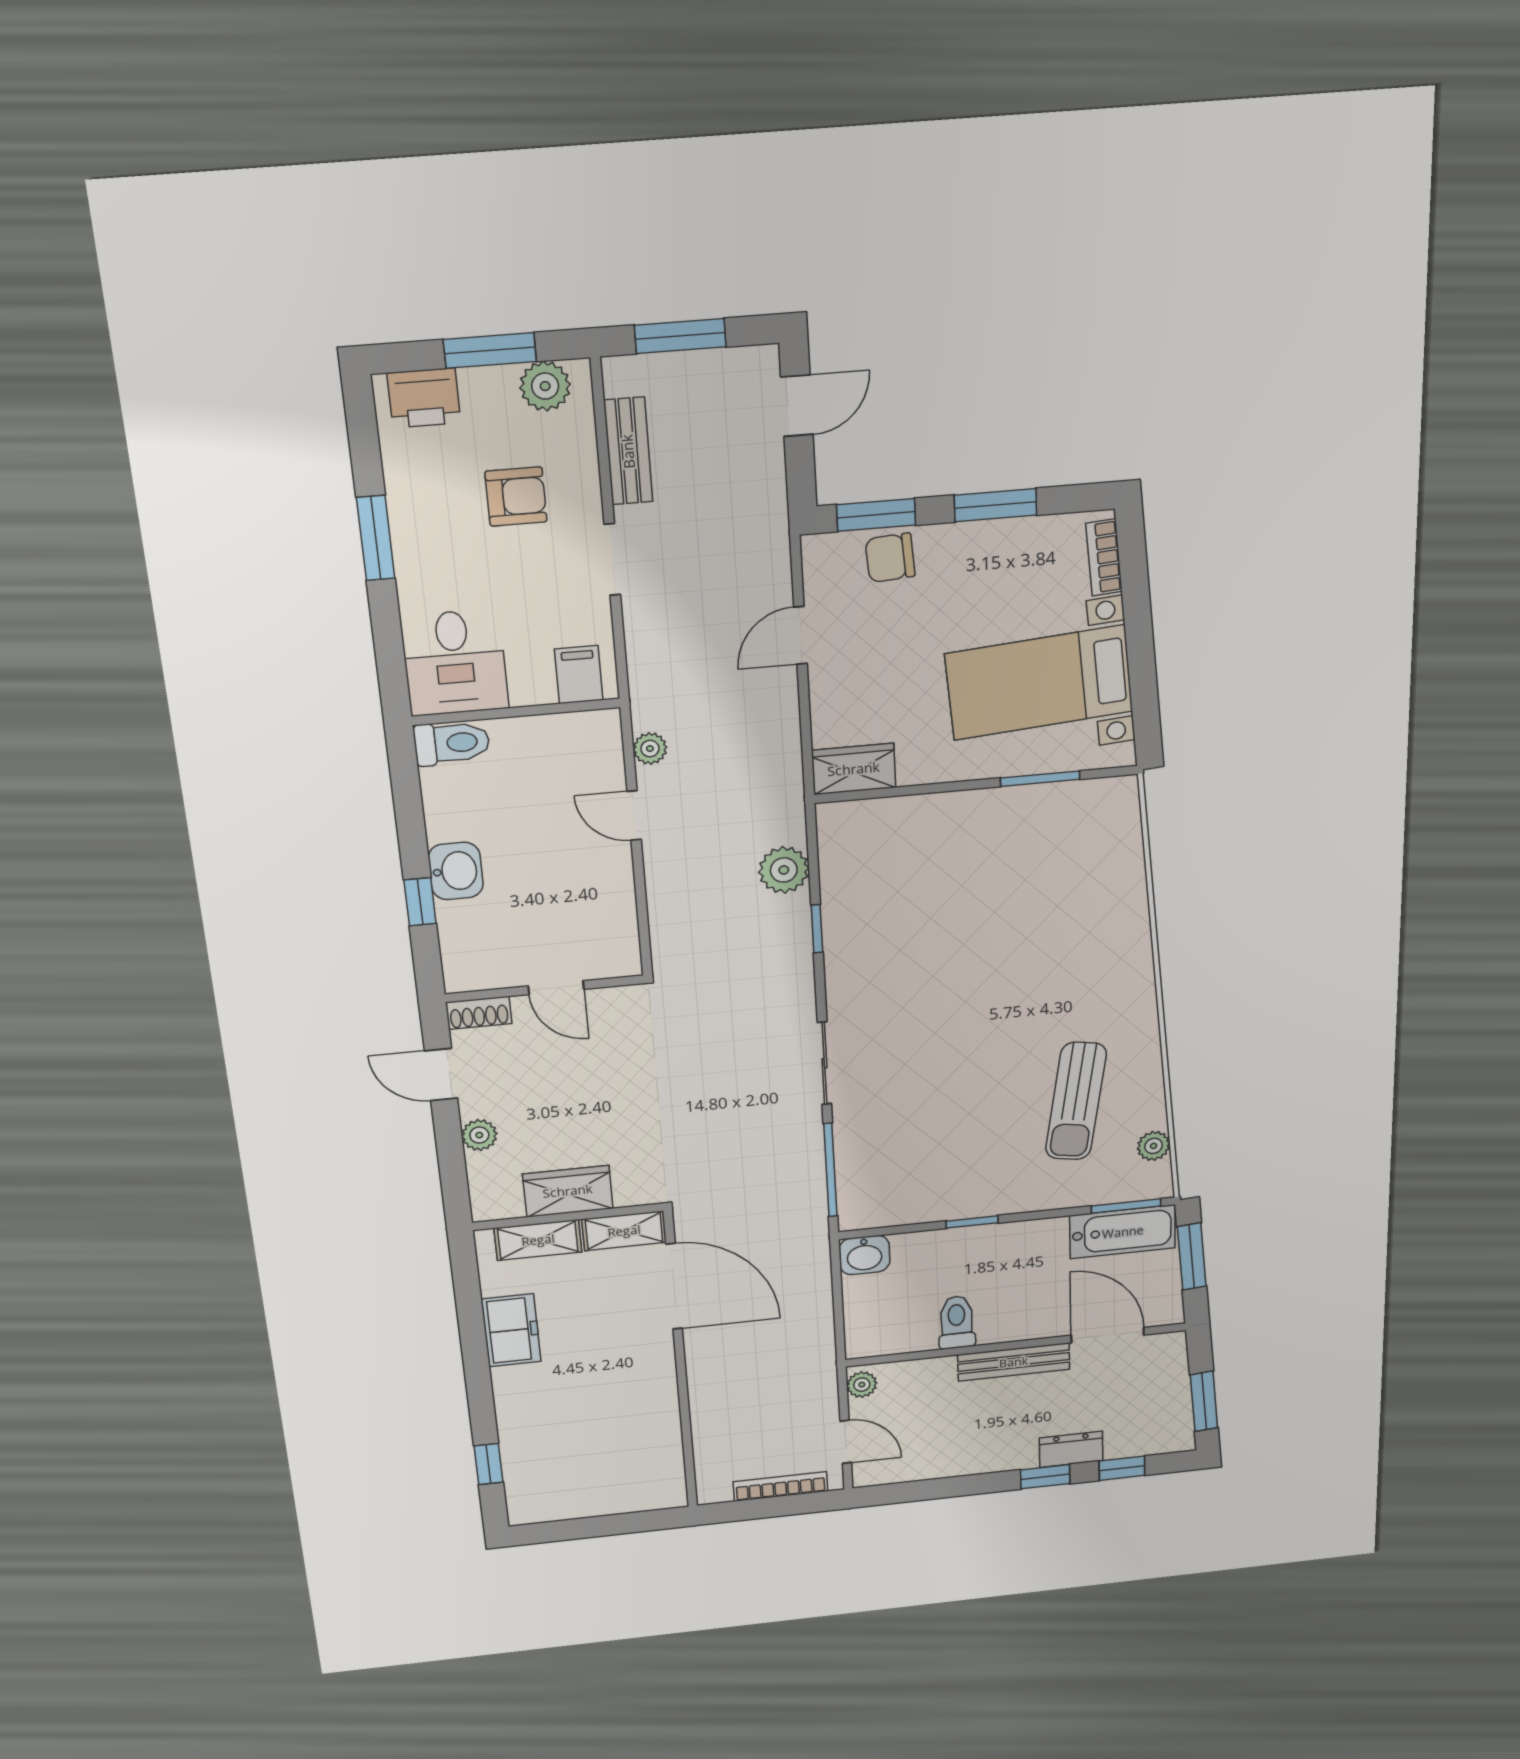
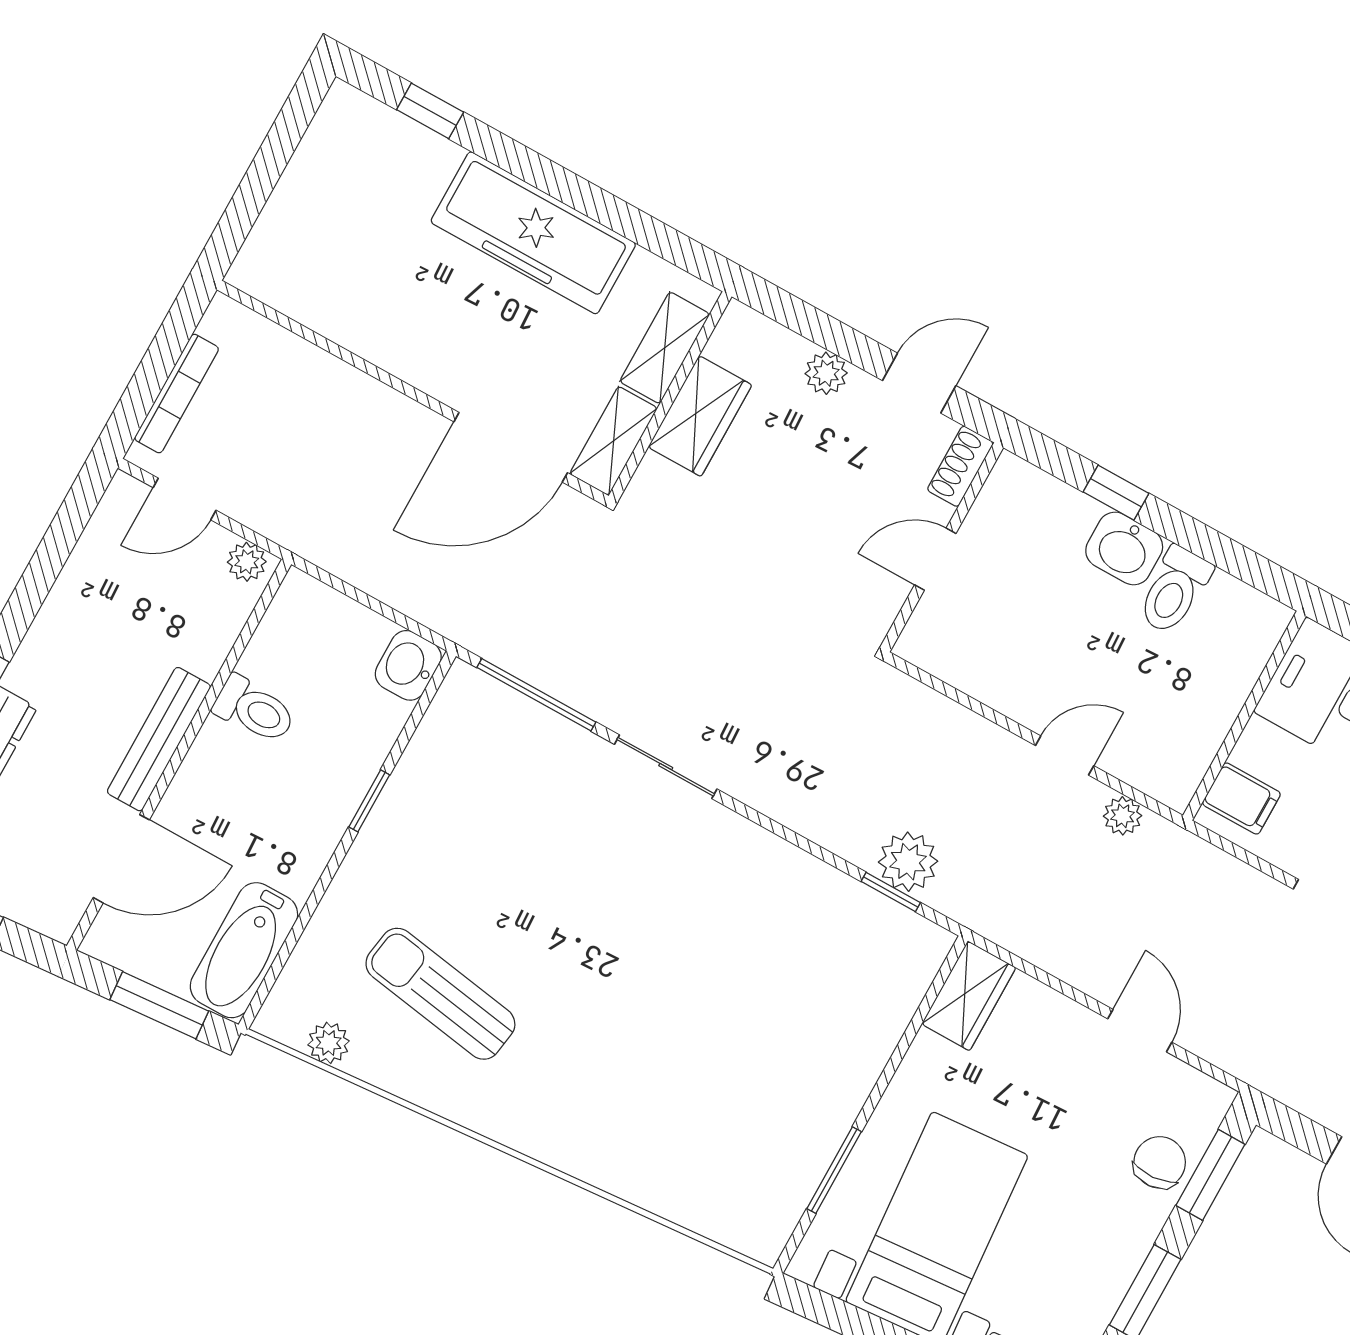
toilet: (452, 743) -> (1174, 590), moved
window: (817, 929) -> (891, 892), moved
window: (1126, 1206) -> (274, 972), removed
freezer: (511, 1330) -> (533, 233), width x1.91, depth x1.26

